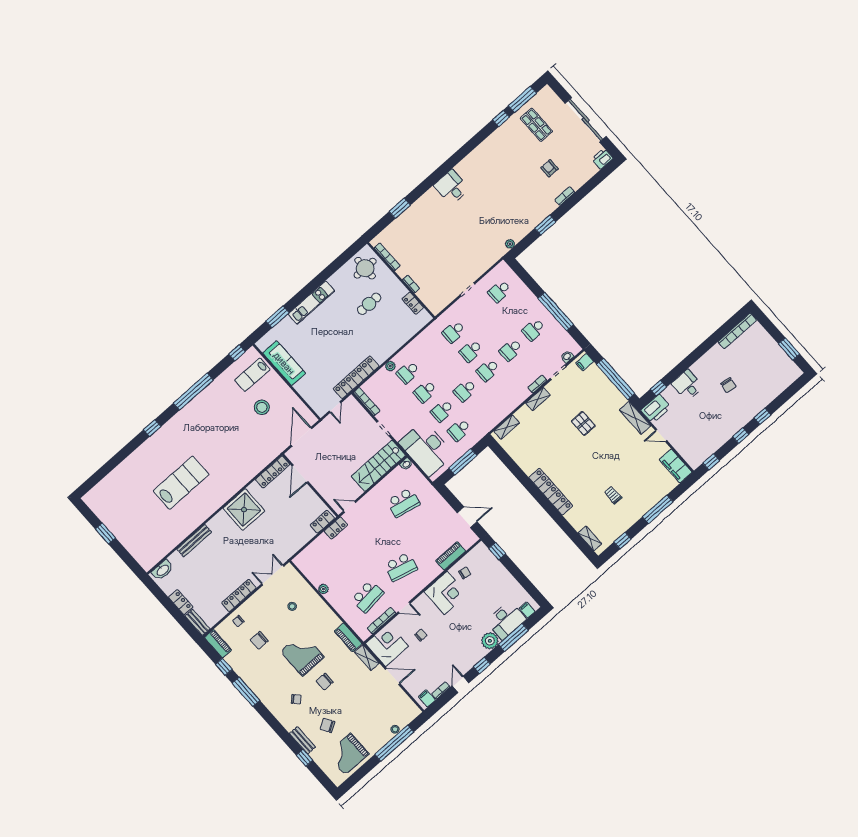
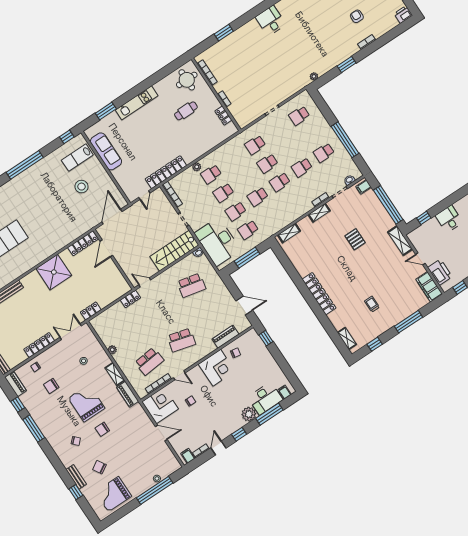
printer: (656, 409) -> (440, 272), moved, turned -90
locker: (322, 522) -> (91, 311), moved
shelving: (367, 658) -> (115, 374), moved

